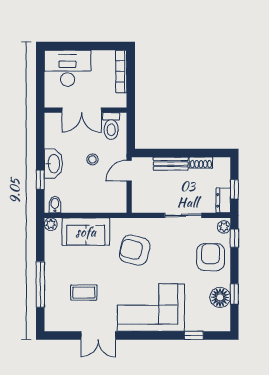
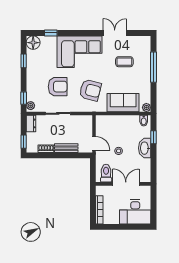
door: (129, 171) -> (94, 143), hinge flipped
window: (234, 189) -> (24, 142), moved
armchair: (211, 257) -> (58, 87), moved, turned -90
floor lamp: (220, 297) -> (33, 43), moved

